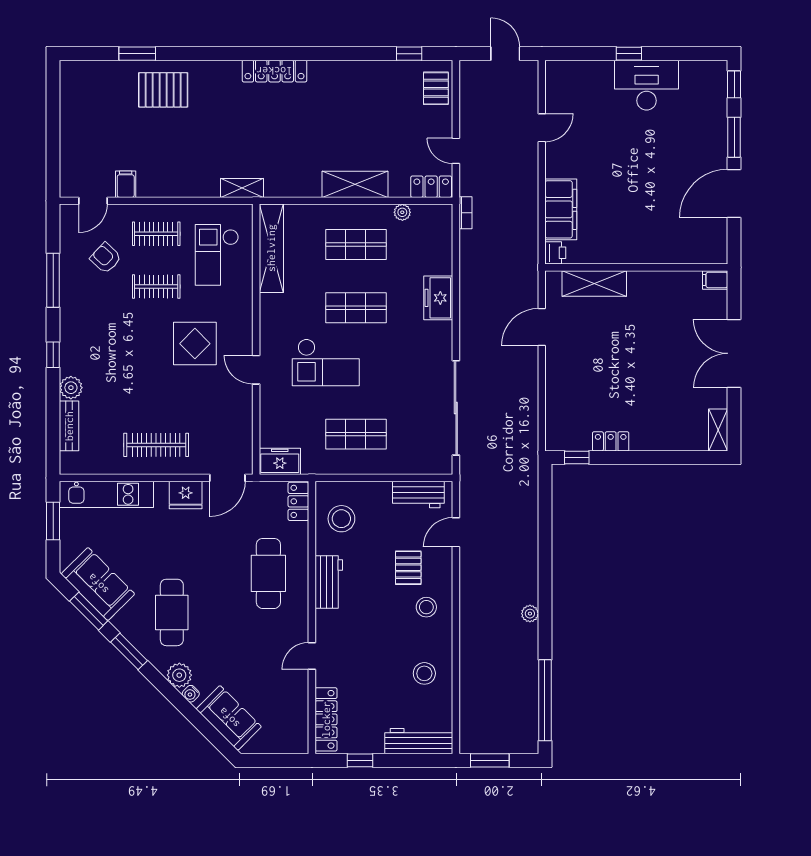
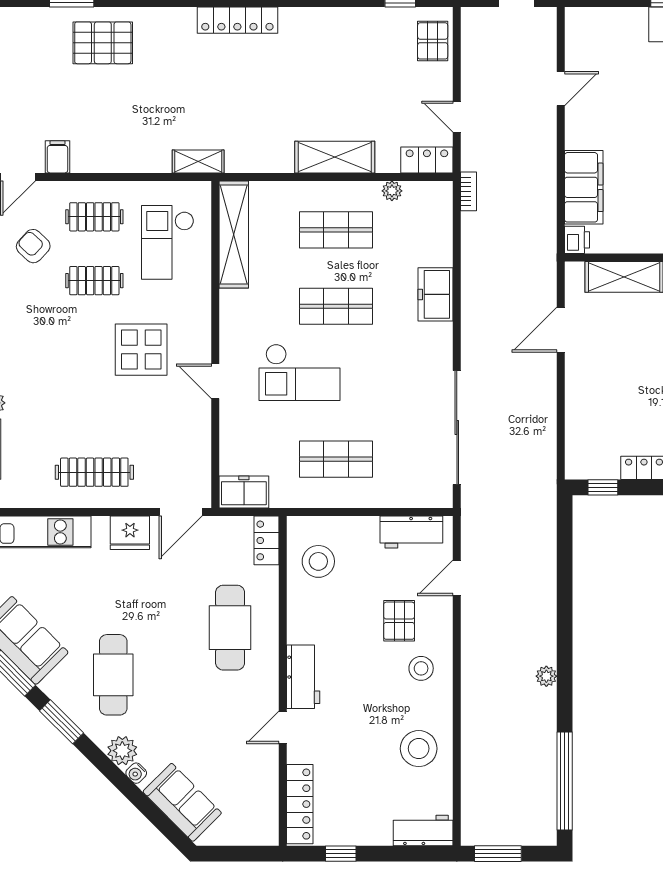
workbench: (329, 582) -> (303, 677), moved
stool: (424, 673) -> (419, 749), width x1.38, depth x1.38
workbench: (419, 741) -> (423, 831), width x0.73

